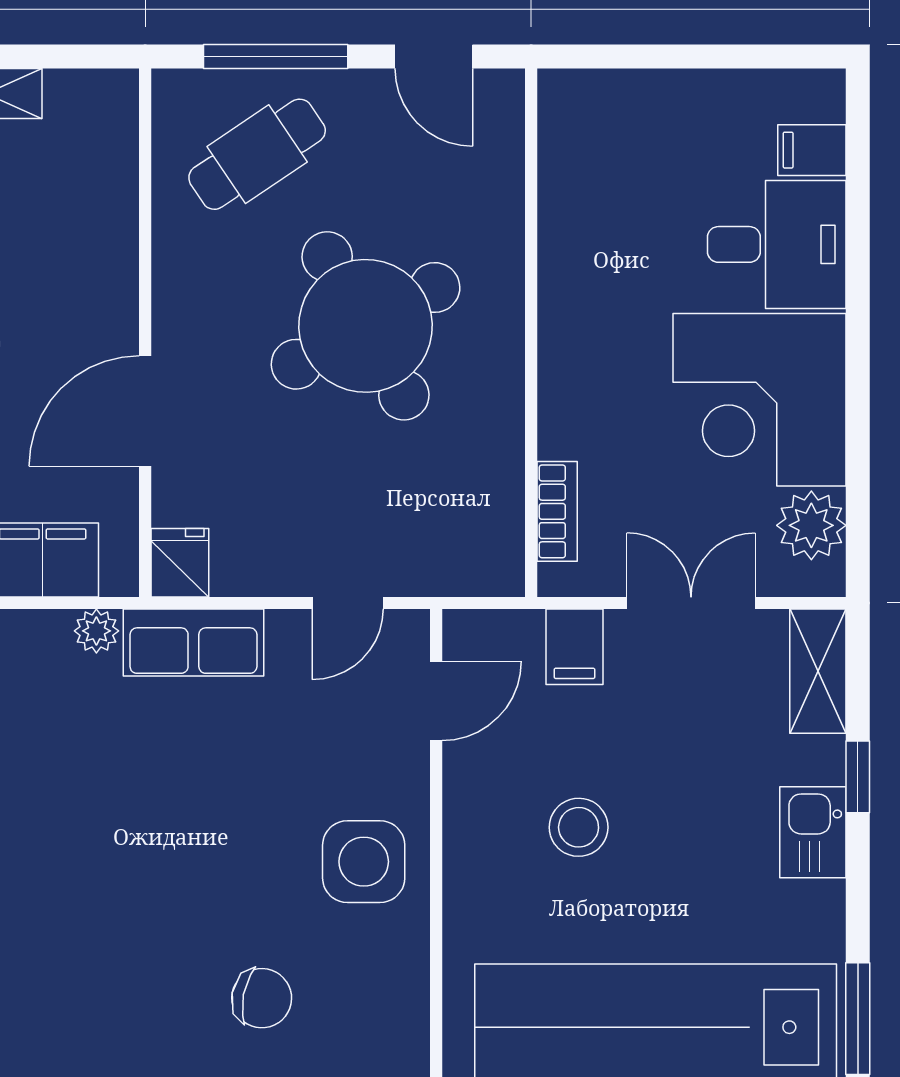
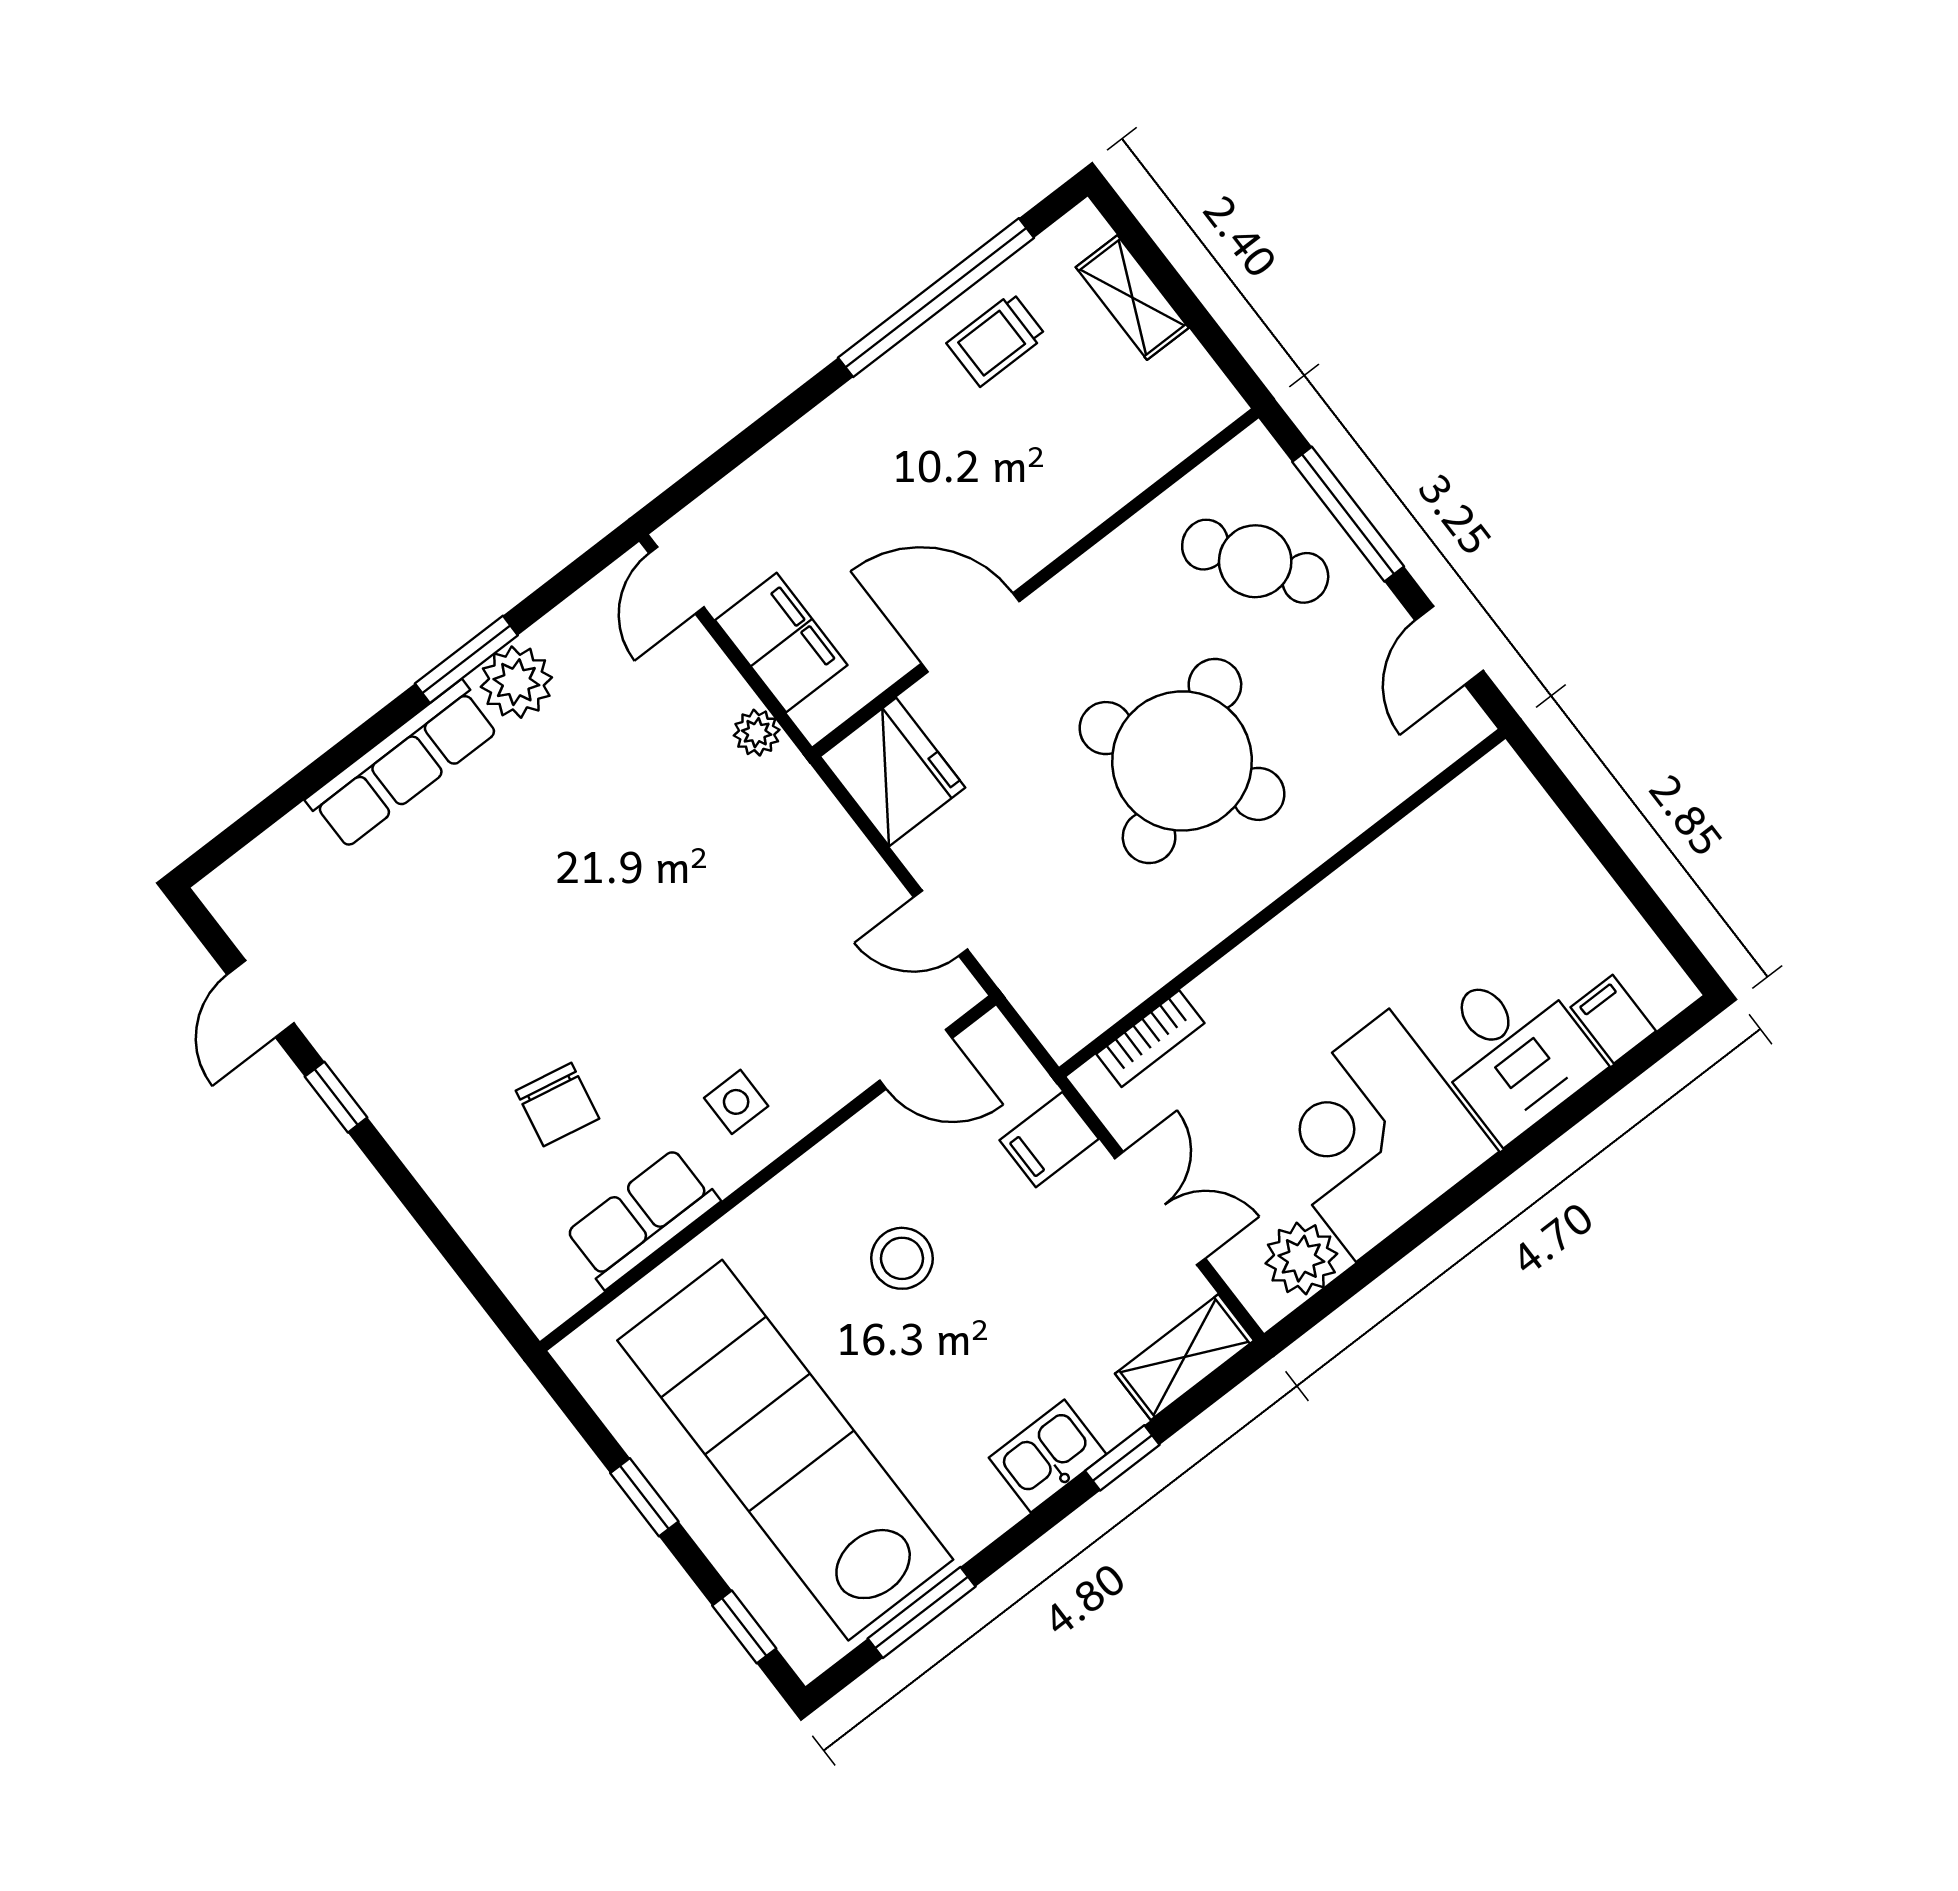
fridge: (180, 563) -> (893, 772), width x1.88, depth x1.34
row of seats: (193, 642) -> (642, 1218), moved, turned 90
side table: (364, 862) -> (736, 1102), width x0.54, depth x0.54

